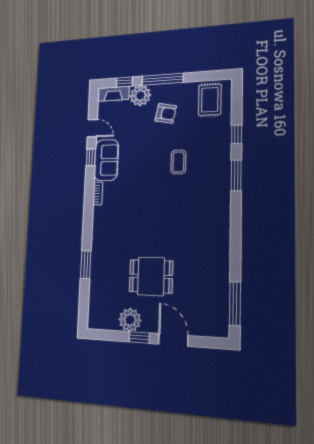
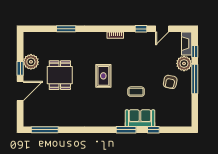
rug: (210, 100) -> (103, 76), moved, turned 90
sofa: (106, 160) -> (140, 118), moved, turned 180

